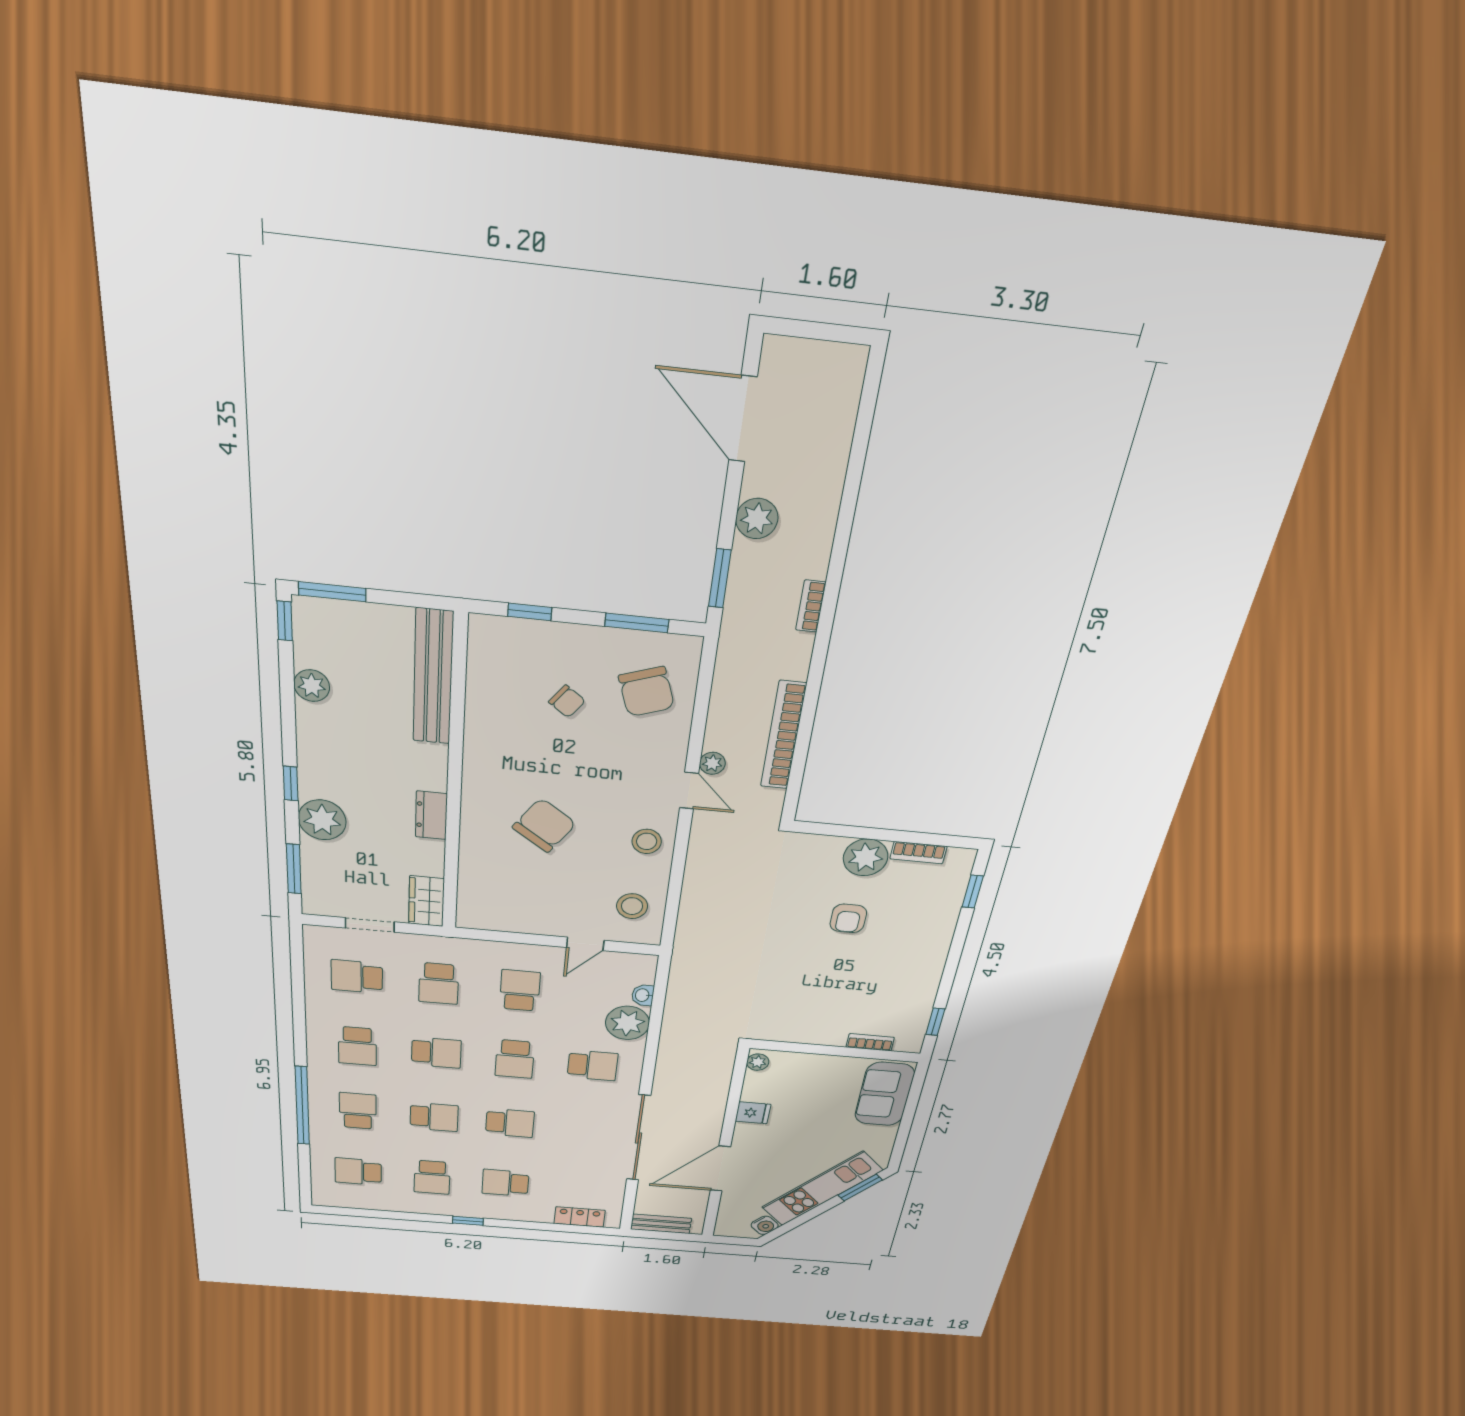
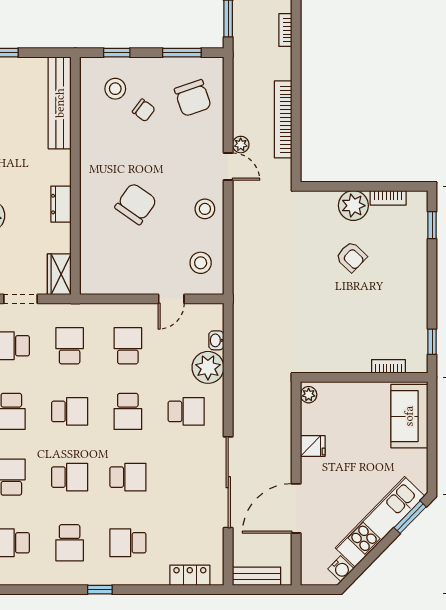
stool: (524, 666) -> (115, 89), added
armchair: (848, 918) -> (351, 257), turned -46
school desk: (439, 984) -> (70, 346), turned 180

